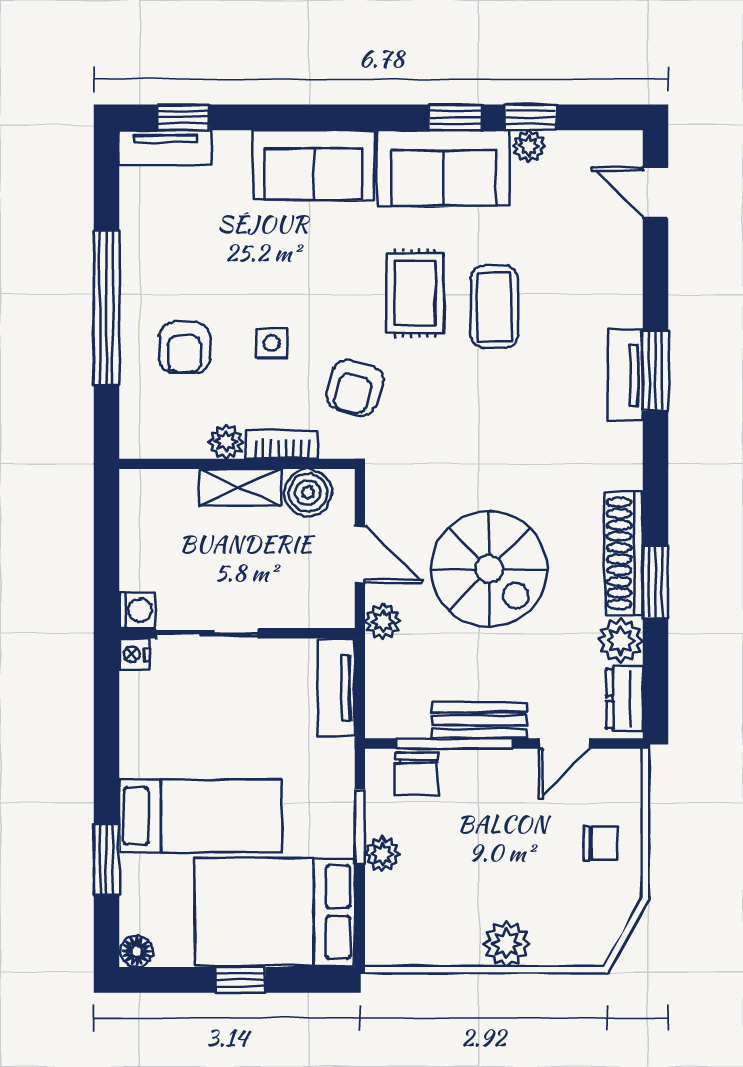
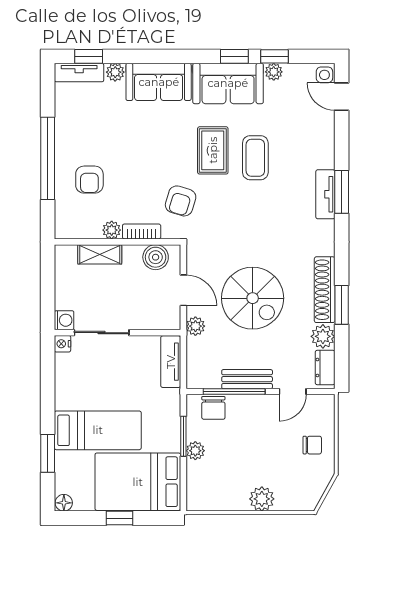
plant: (233, 147) -> (115, 72), added
side table: (272, 343) -> (324, 75), moved
shelving: (240, 487) -> (100, 254), moved

